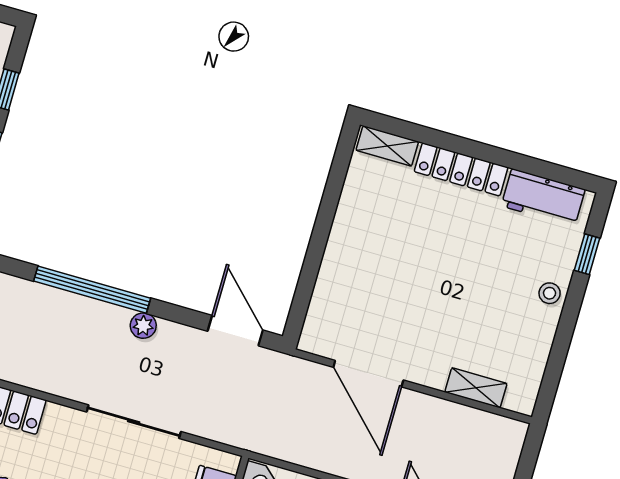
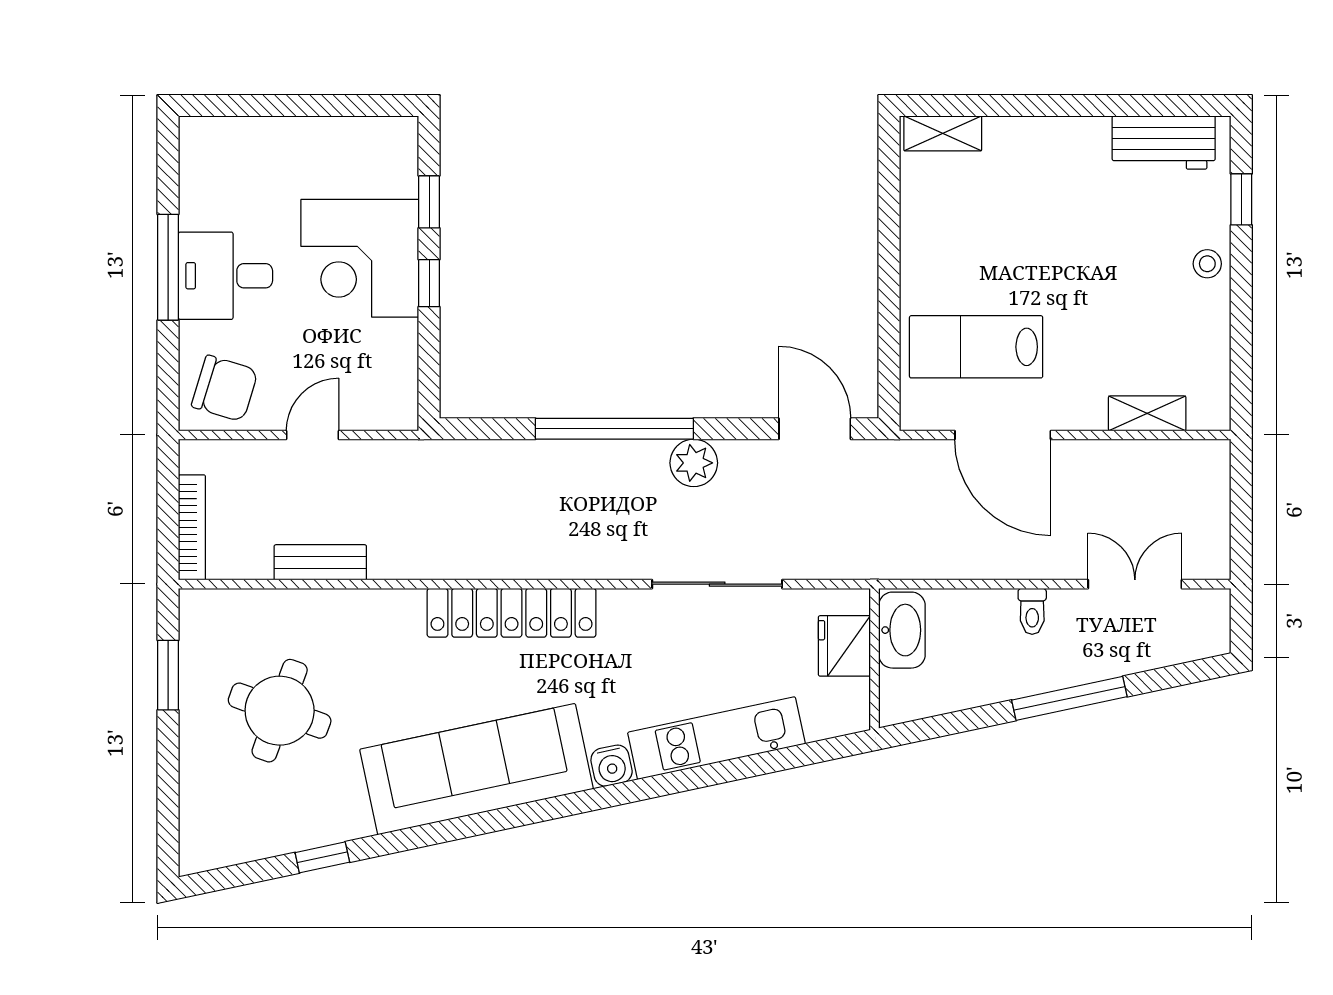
locker: (461, 169) -> (1047, 136), removed
lab bench: (367, 305) -> (976, 347), added
plant: (143, 326) -> (694, 463), width x1.38, depth x1.38

